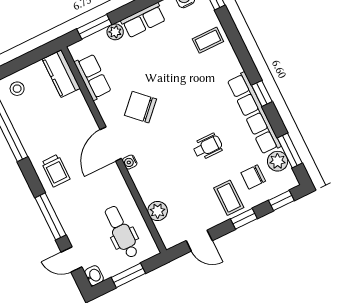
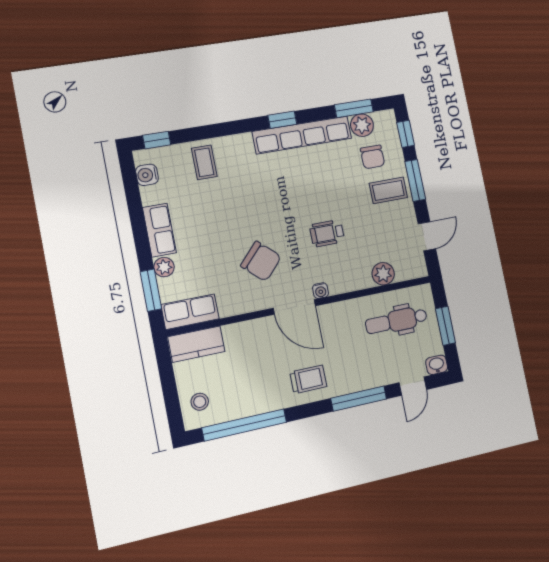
row of seats: (93, 77) -> (190, 312), moved
chair: (141, 107) -> (261, 261), turned -91
wheelchair: (208, 147) -> (327, 233), moved, turned -90
window: (244, 219) -> (415, 180), width x1.50

